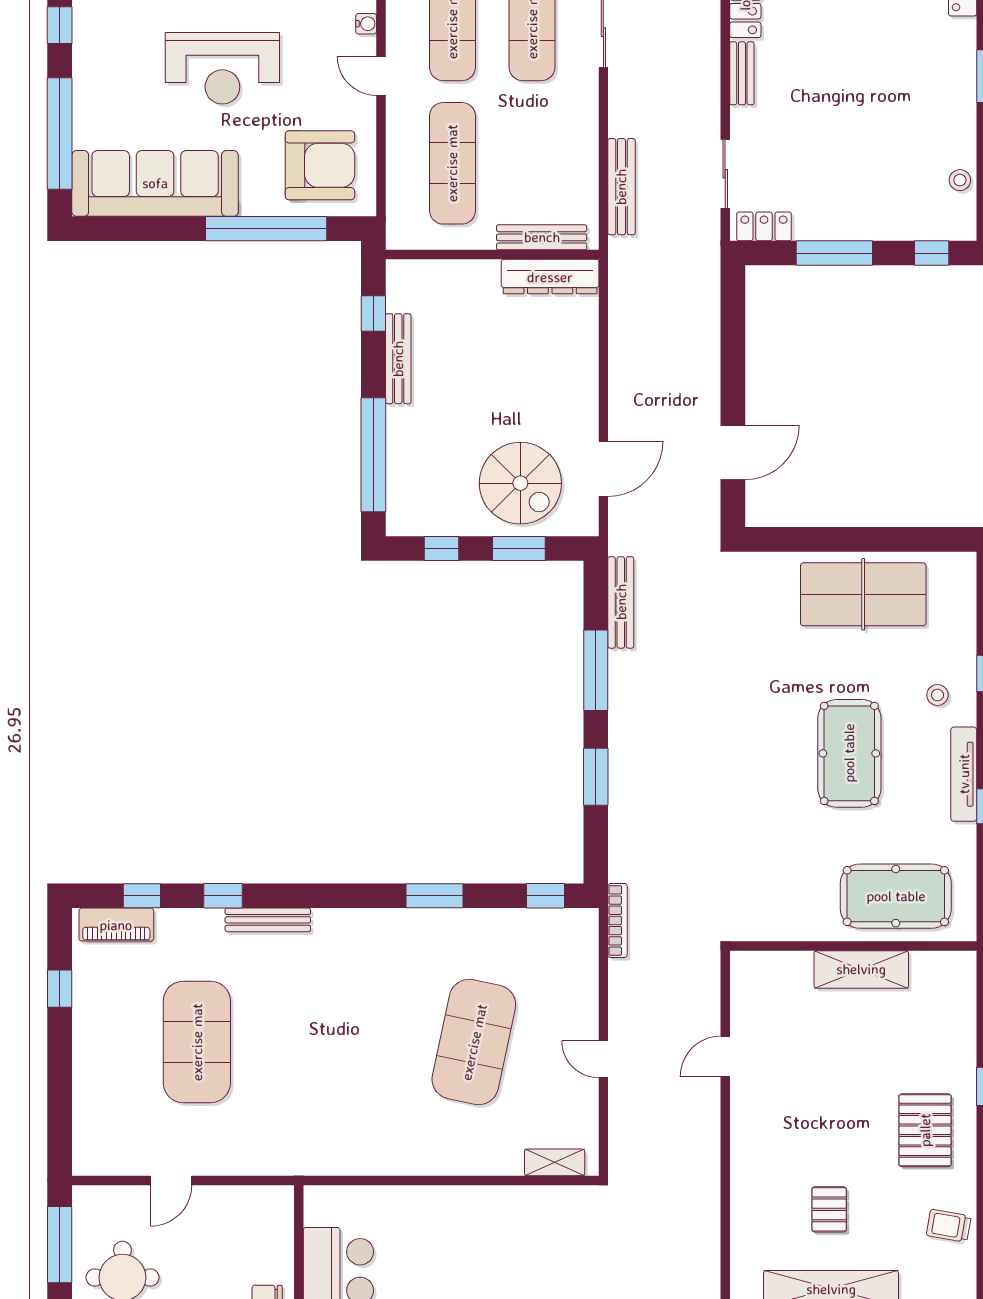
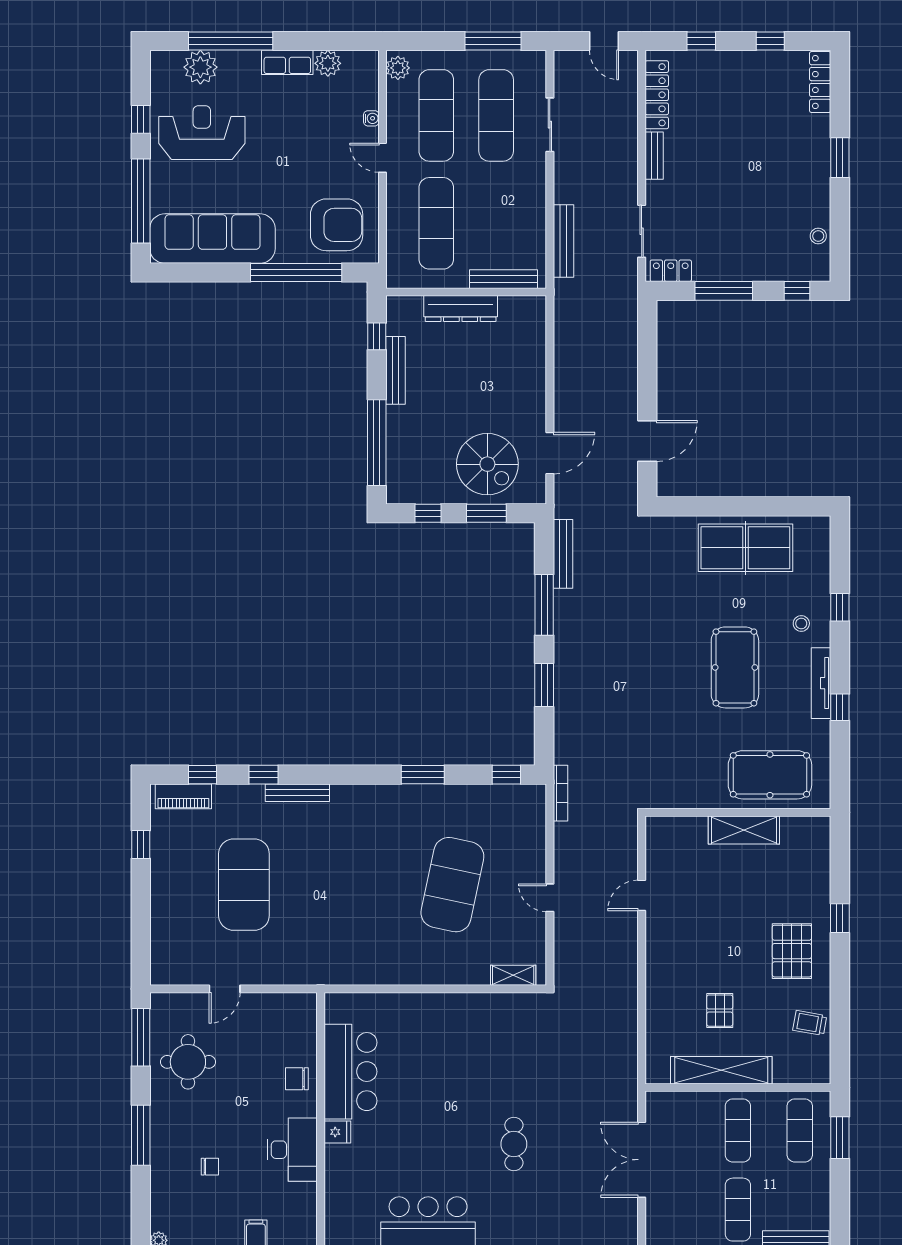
reception desk: (222, 68) -> (202, 133), moved, turned 180
dresser: (550, 277) -> (461, 309), moved

